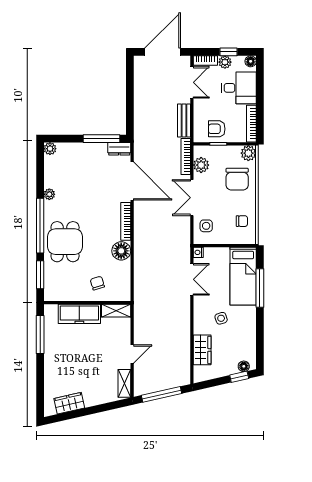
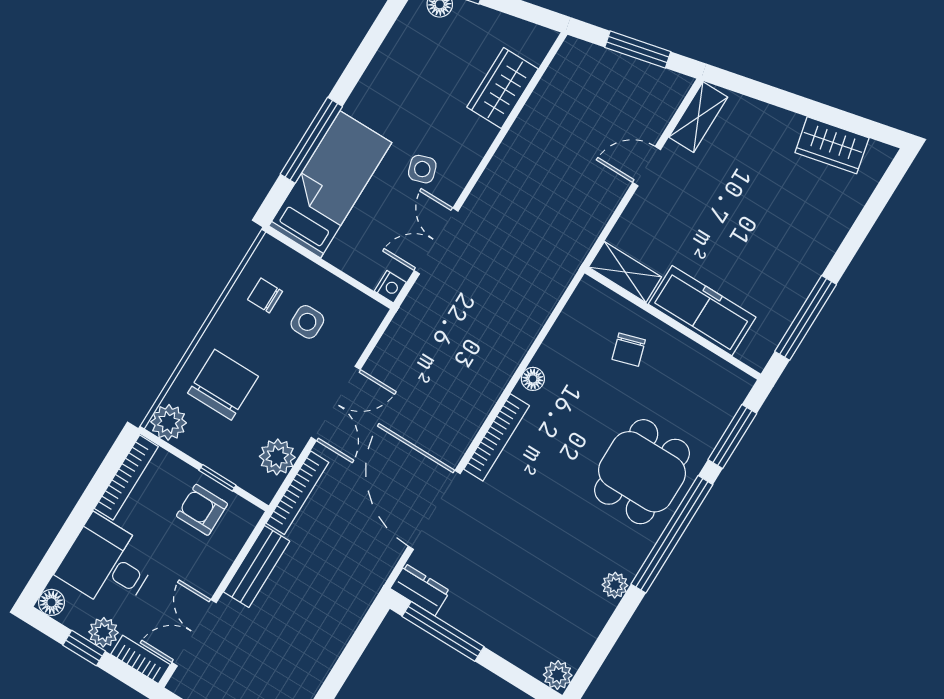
armchair: (217, 129) -> (202, 510), turned 180
side table: (206, 226) -> (307, 322), moved
floor lamp: (121, 251) -> (533, 379), width x0.53, depth x0.53
side table: (221, 318) -> (422, 169), moved
window: (161, 394) -> (638, 49), width x0.69

